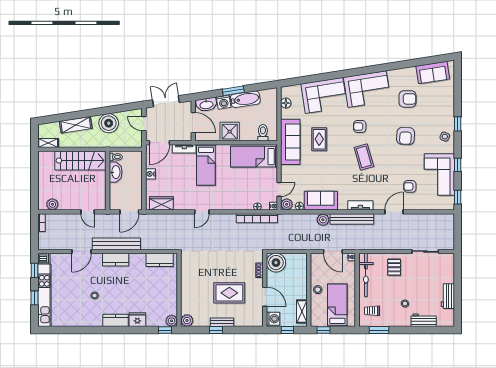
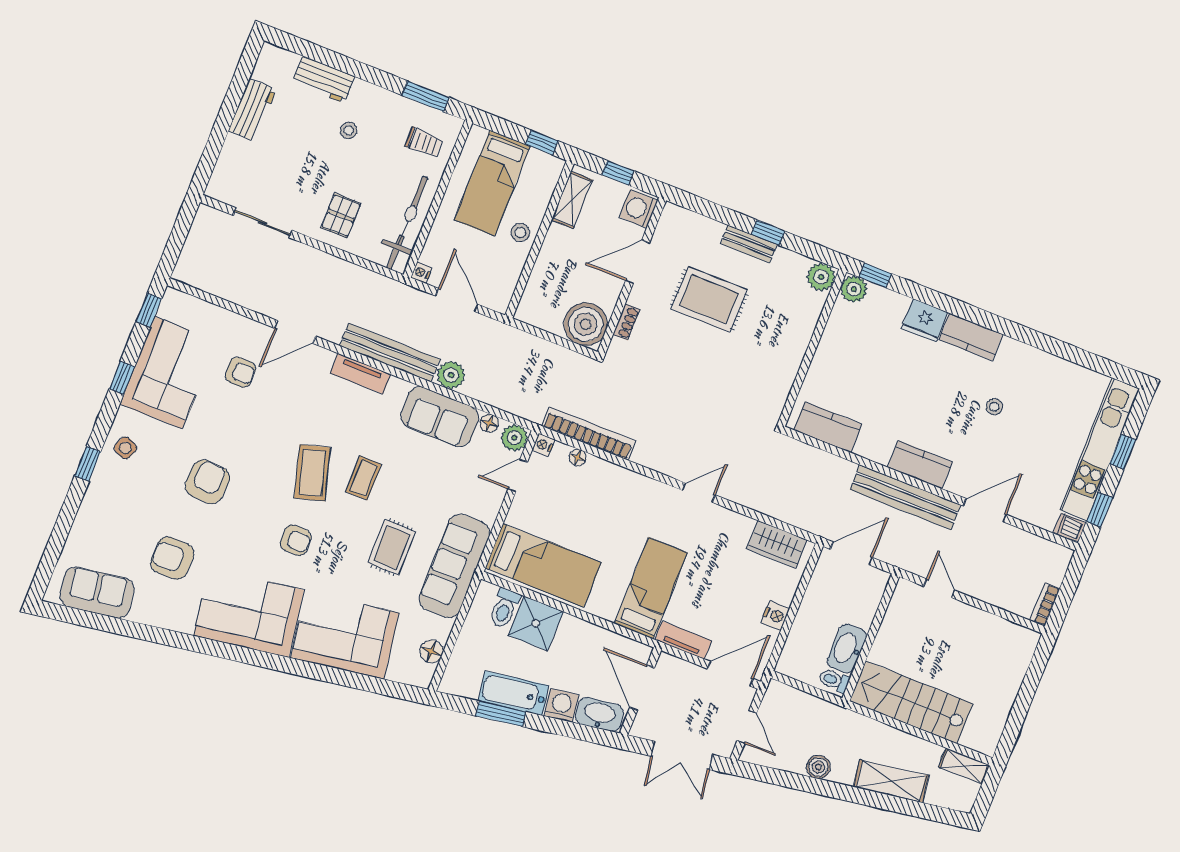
window: (233, 91) -> (501, 714), moved
boiler: (109, 123) -> (818, 767), width x0.54, depth x0.54
shower: (230, 132) -> (536, 623), moved
coffee table: (342, 163) -> (364, 478), added
plant: (52, 204) -> (1007, 634), removed
door: (265, 297) -> (638, 262), hinge flipped

